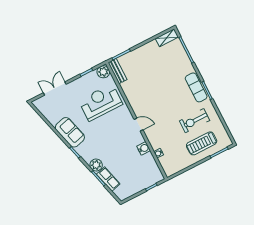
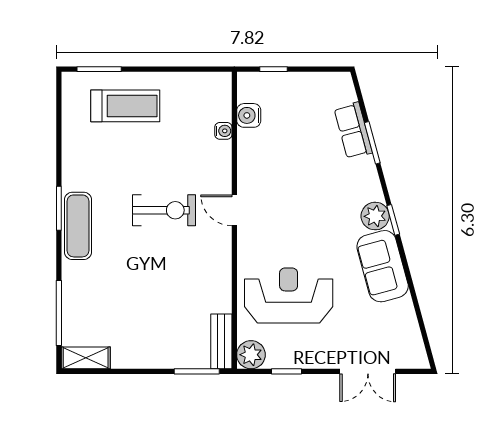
reception desk: (101, 102) -> (289, 295), turned 180
exercise bike: (195, 121) -> (164, 210), moved
water cooler: (144, 148) -> (249, 115), moved
plant: (96, 165) -> (375, 216), moved

